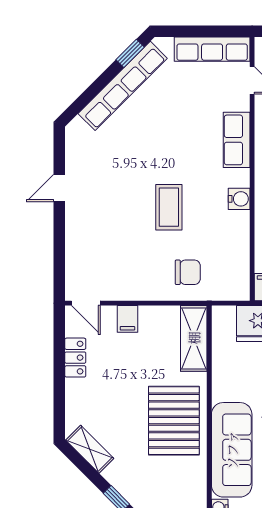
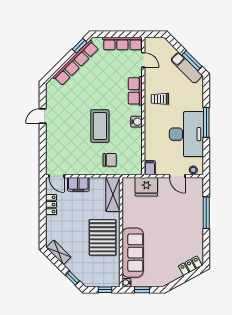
coffee table: (169, 207) -> (100, 126), width x1.36, depth x1.32
filing cabinet: (127, 319) -> (78, 184), width x2.00

